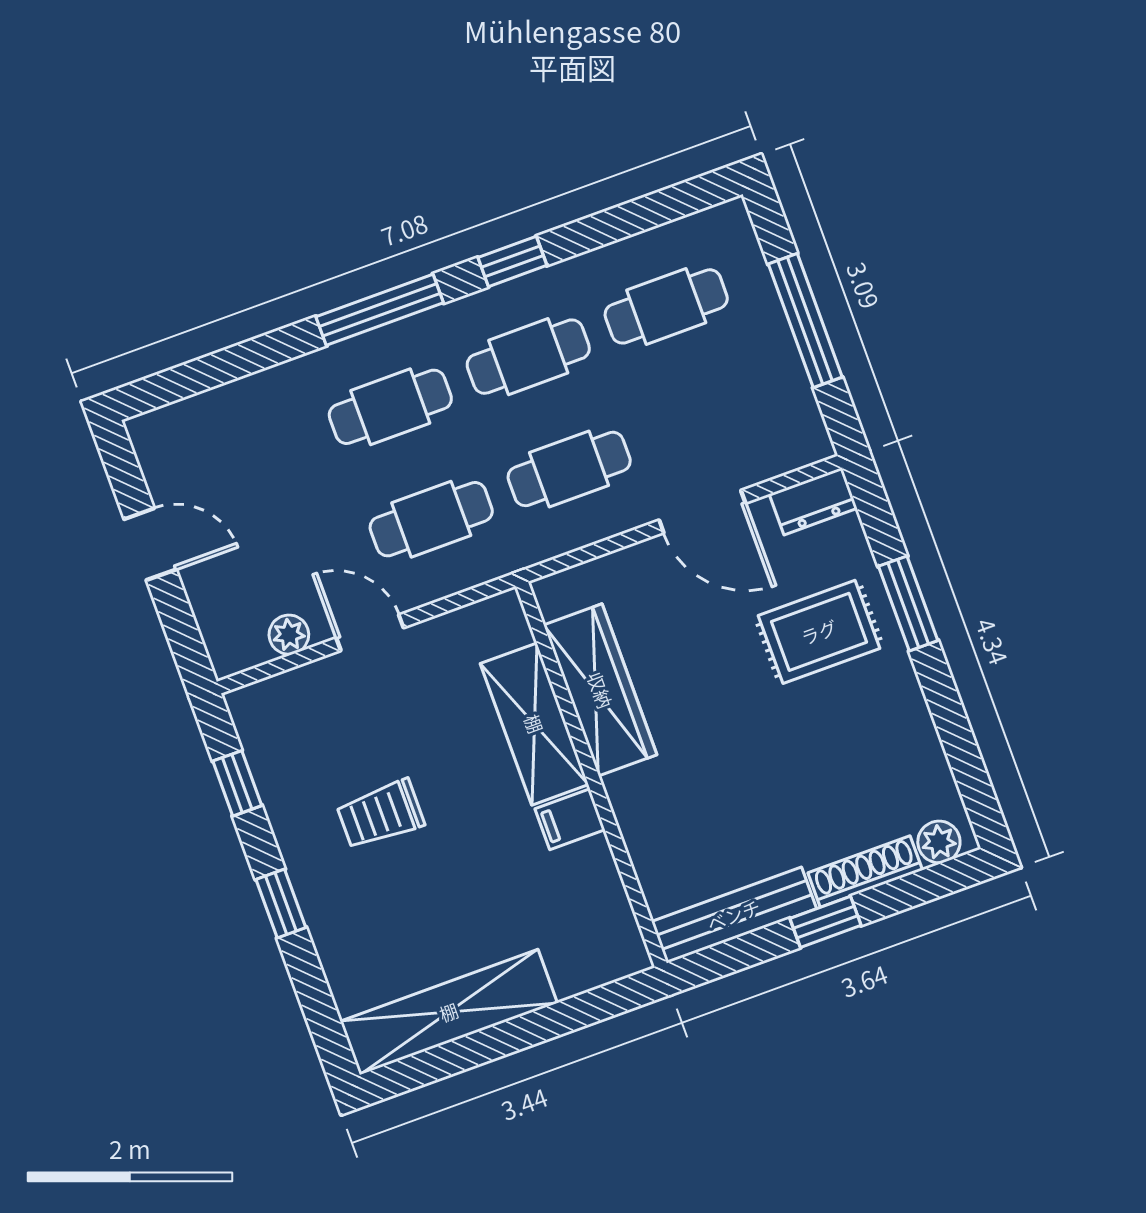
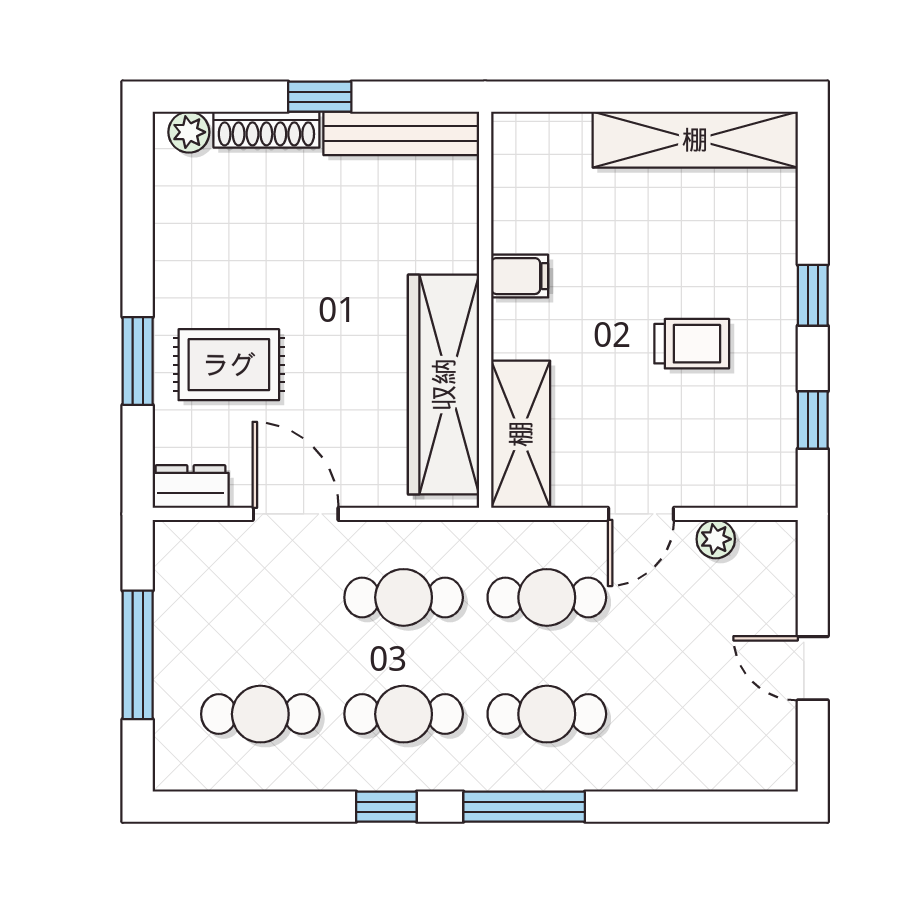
door: (370, 633) -> (641, 514), hinge flipped
wardrobe: (600, 690) -> (444, 385), width x1.40, depth x1.17
shelving: (534, 724) -> (521, 434), moved

